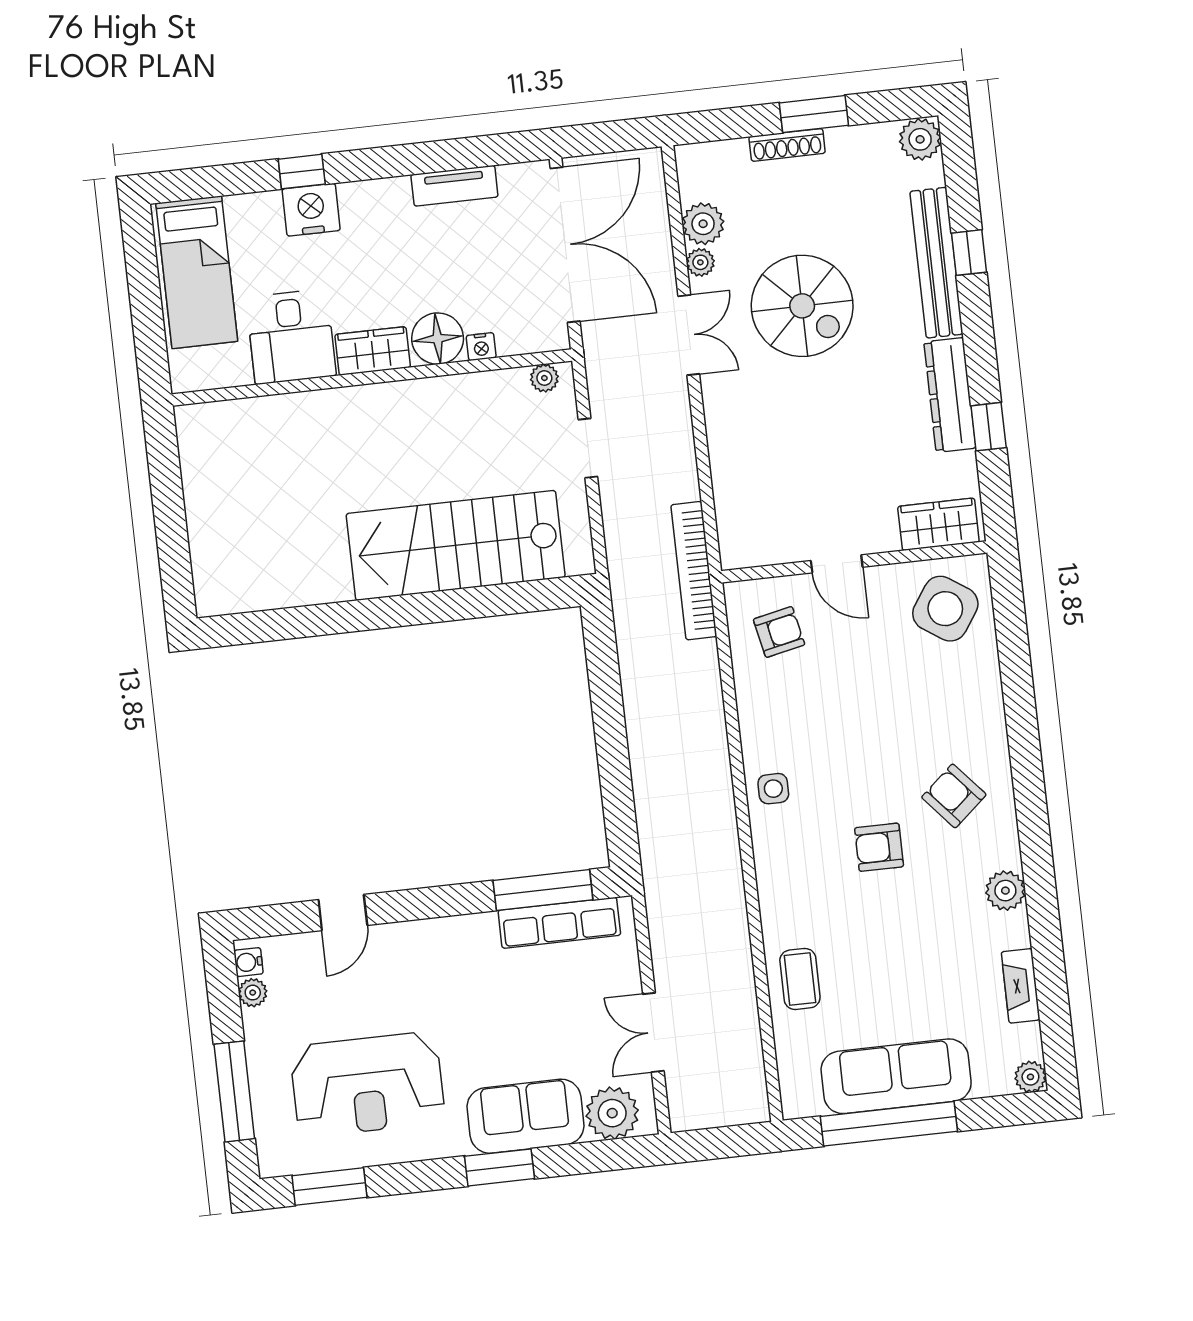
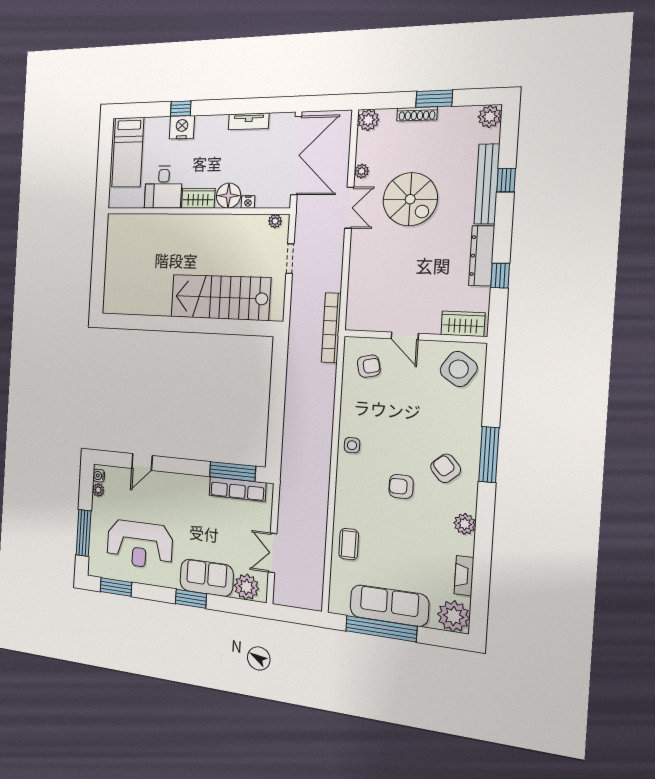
plant: (703, 224) -> (368, 120), moved
window: (1025, 755) -> (489, 455), added
plant: (1030, 1077) -> (454, 616), width x1.88, depth x1.88

